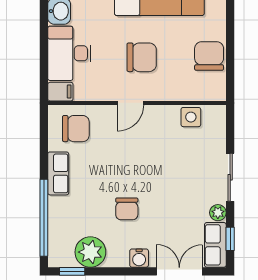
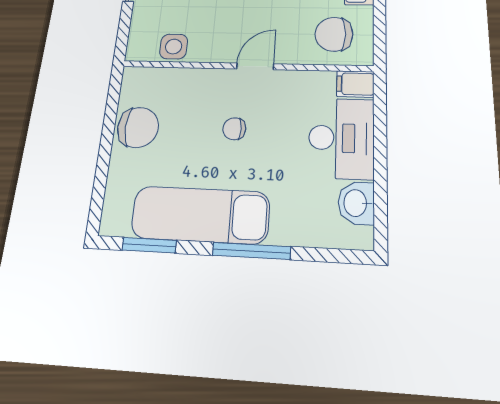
chair: (209, 56) -> (138, 127), turned -90
chair: (142, 57) -> (234, 129), width x0.54, depth x0.54

